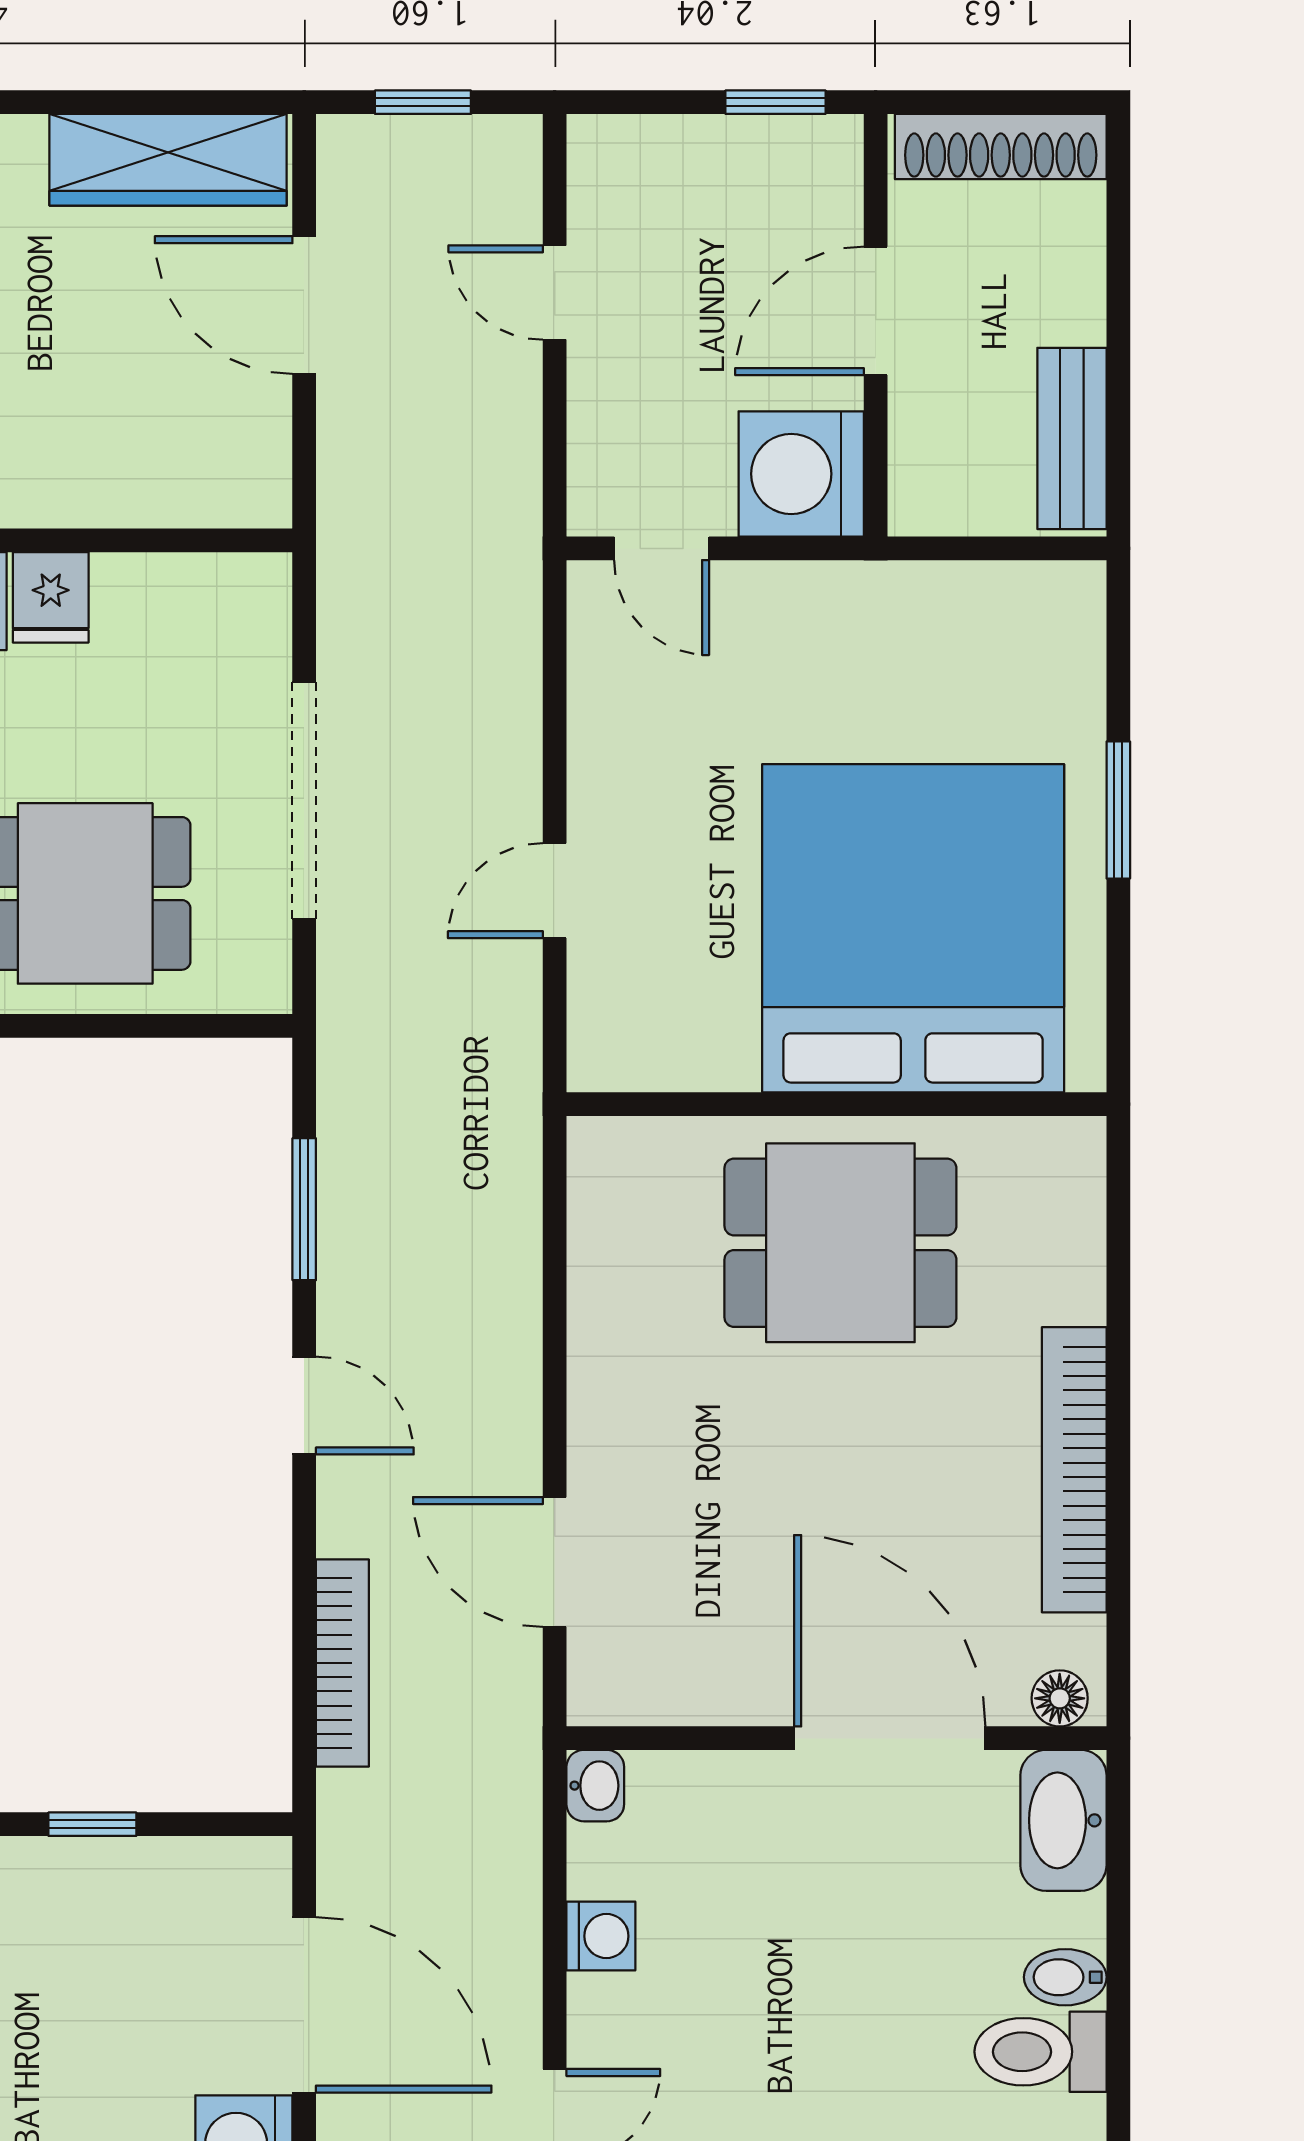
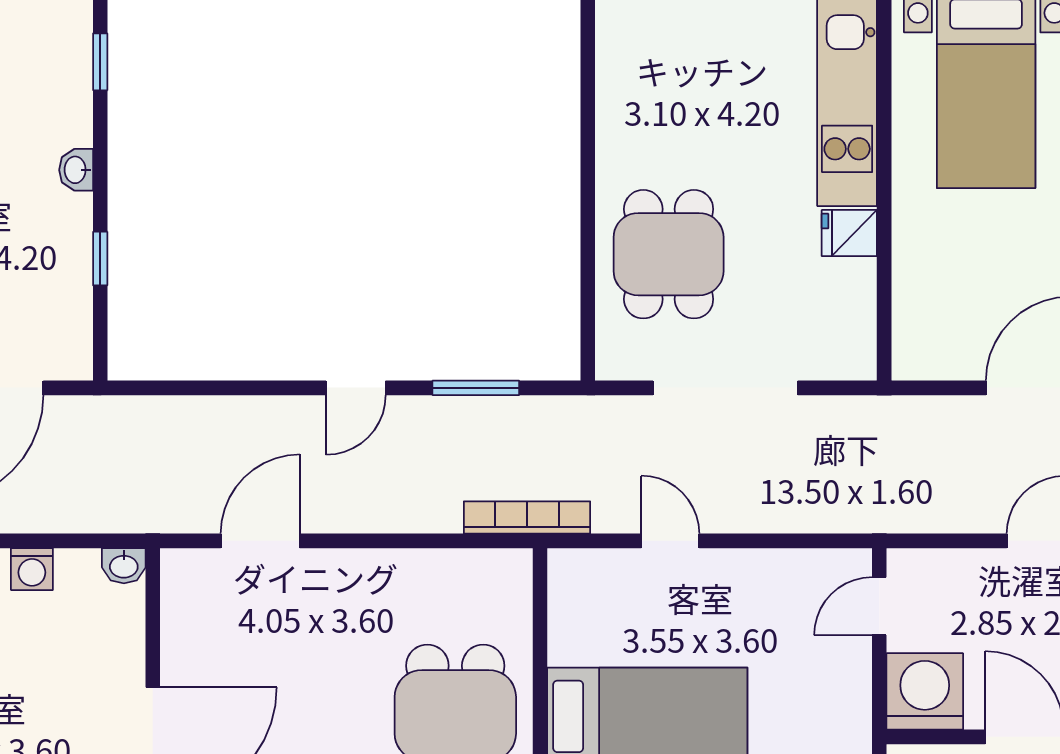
bookcase: (342, 1663) -> (527, 517), moved, turned 180

